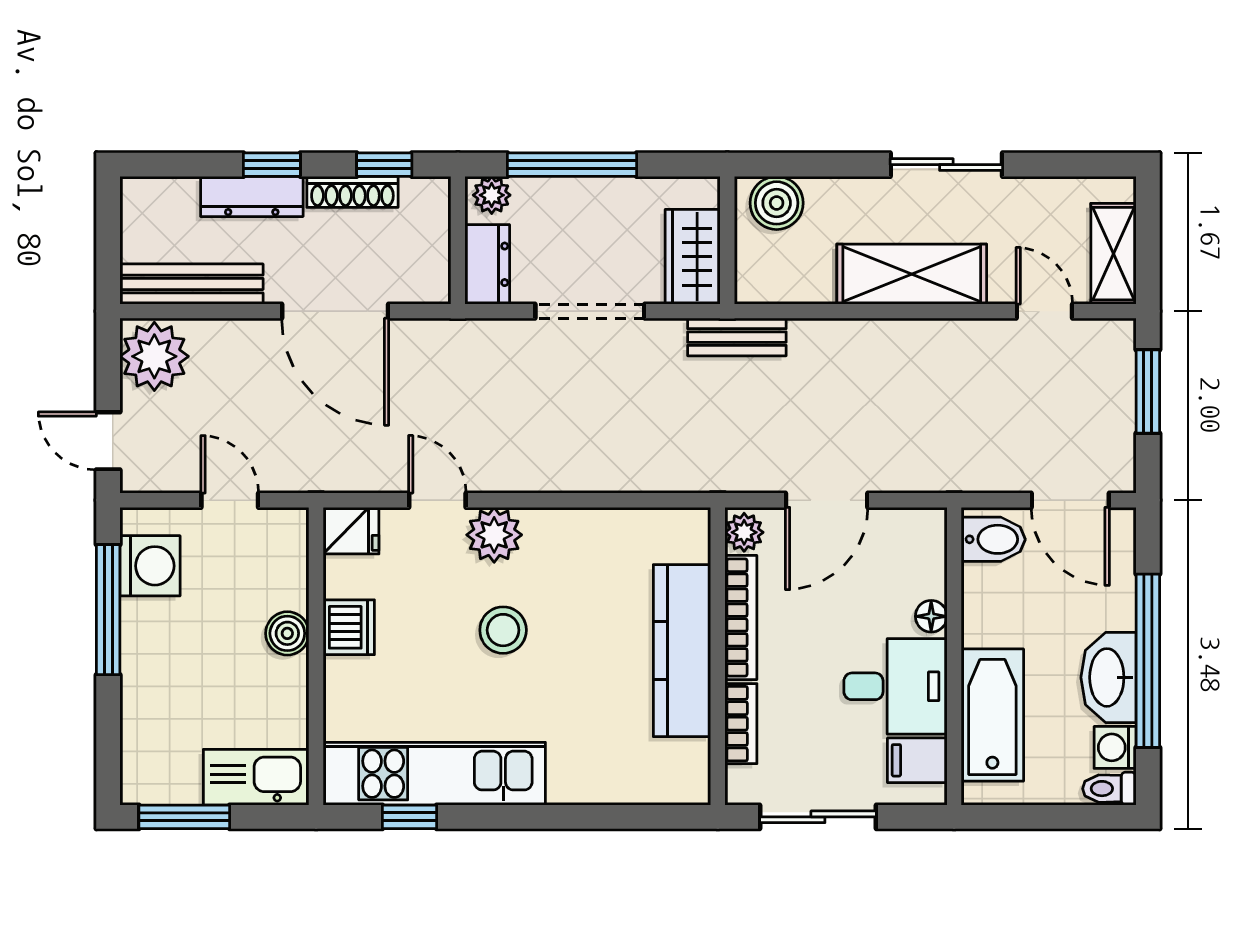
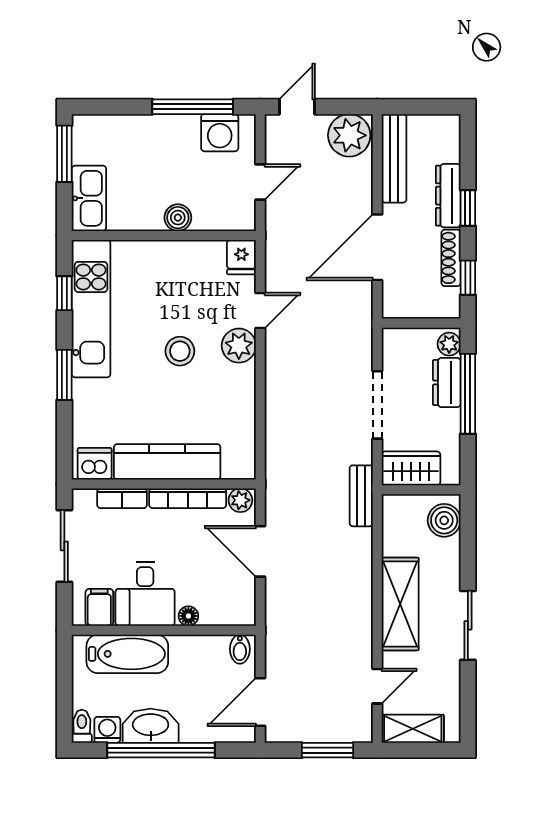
dresser: (487, 264) -> (447, 383), moved, turned 90
bidet: (993, 539) -> (240, 649), width x0.72, depth x0.74
dishwasher: (349, 627) -> (95, 464), moved, turned 180
window: (542, 817) -> (64, 375), added

